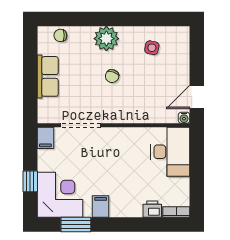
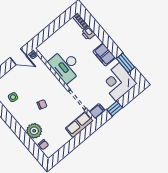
plant: (106, 39) -> (34, 131), moved
row of seats: (48, 76) -> (79, 124), moved
desk: (170, 152) -> (66, 66), moved, turned -90
window: (30, 181) -> (115, 109), moved
filing cabinet: (101, 207) -> (104, 55), width x2.00

